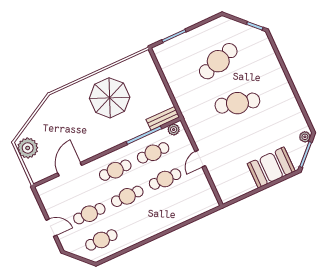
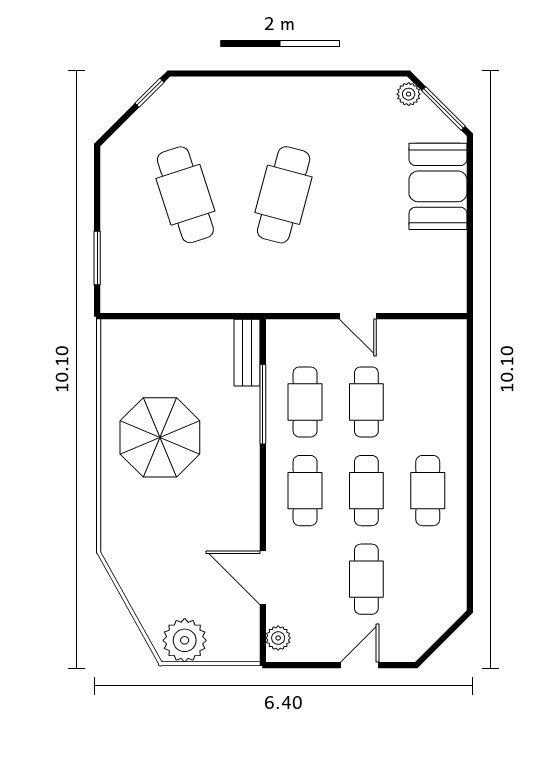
plant: (174, 130) -> (278, 638), moved
cafe table: (101, 240) -> (428, 491), moved

